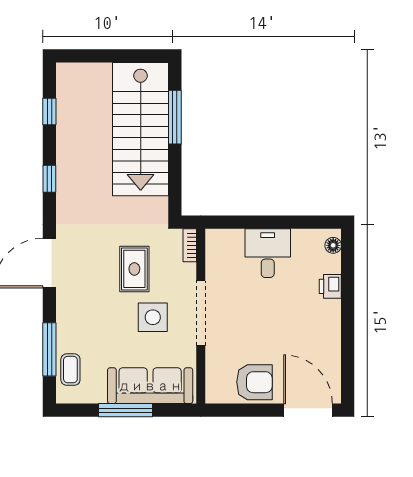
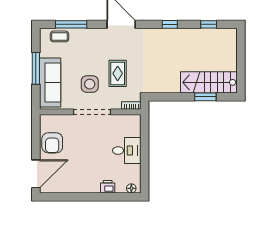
window: (175, 117) -> (205, 97), width x0.69
stairs: (141, 129) -> (209, 82), width x0.73, depth x0.66
rug: (134, 269) -> (118, 73), turned 90

